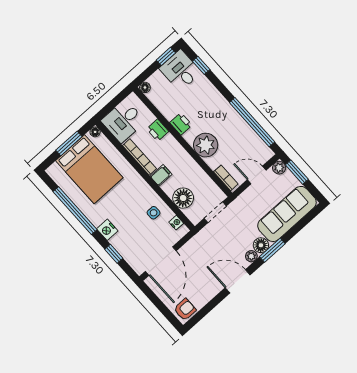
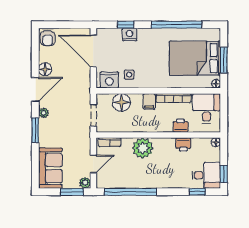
printer: (181, 124) -> (183, 144), moved
sofa: (287, 214) -> (50, 168), width x0.73
nightstand: (176, 223) -> (109, 80), width x1.89, depth x1.79
nightstand: (107, 230) -> (130, 34), moved
floor lamp: (261, 245) -> (45, 69), moved

